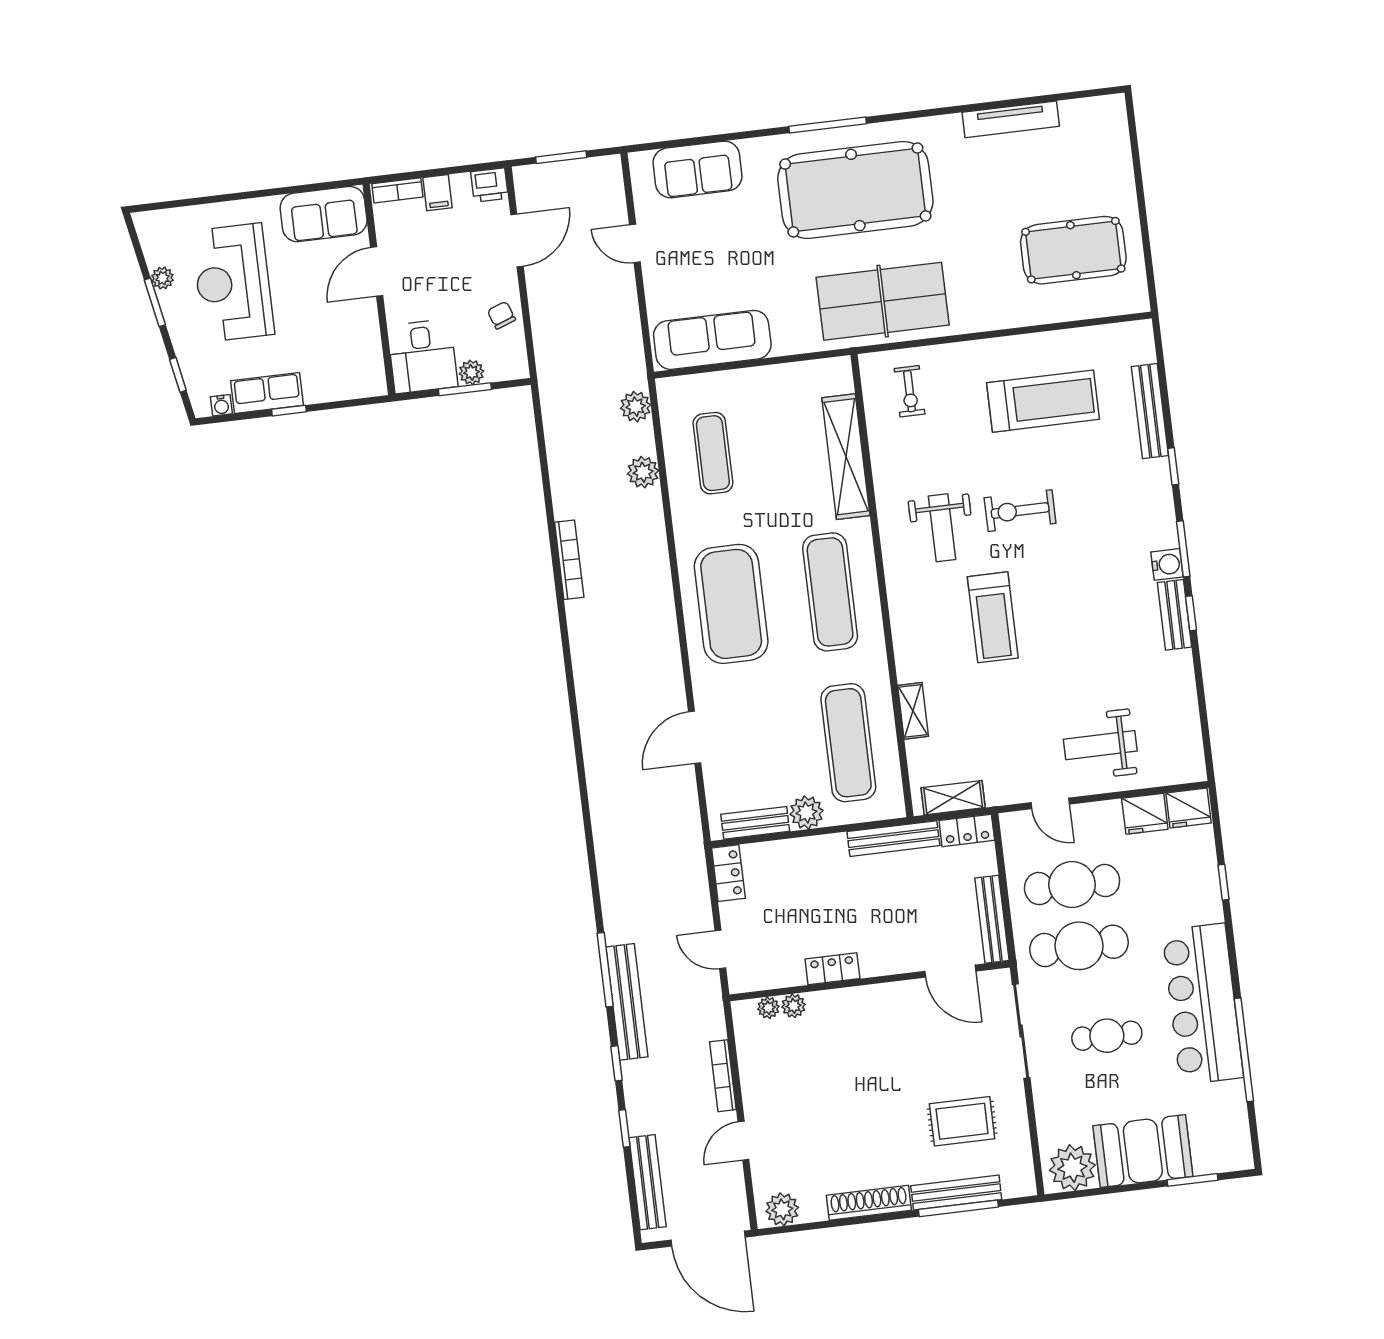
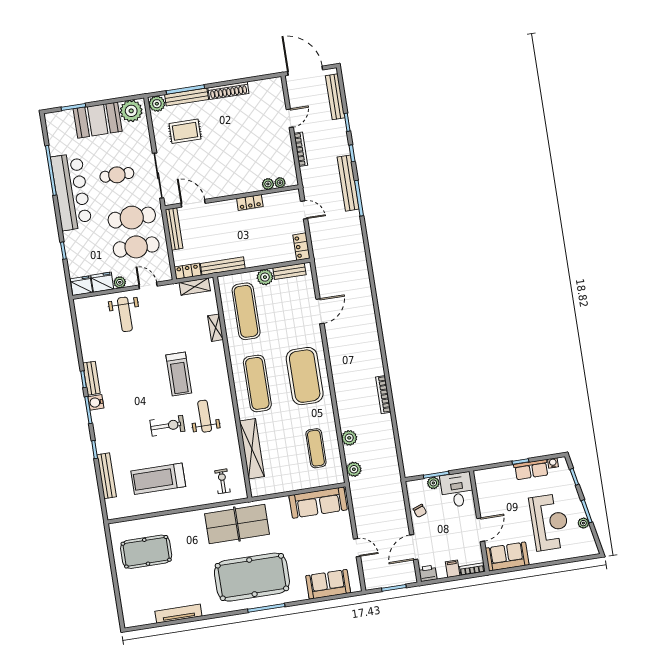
treadmill: (993, 617) -> (179, 374), turned 180
weight bench: (1100, 745) -> (125, 314), turned 90
plant: (1109, 812) -> (120, 282), added
plant: (782, 1209) -> (157, 104), moved

